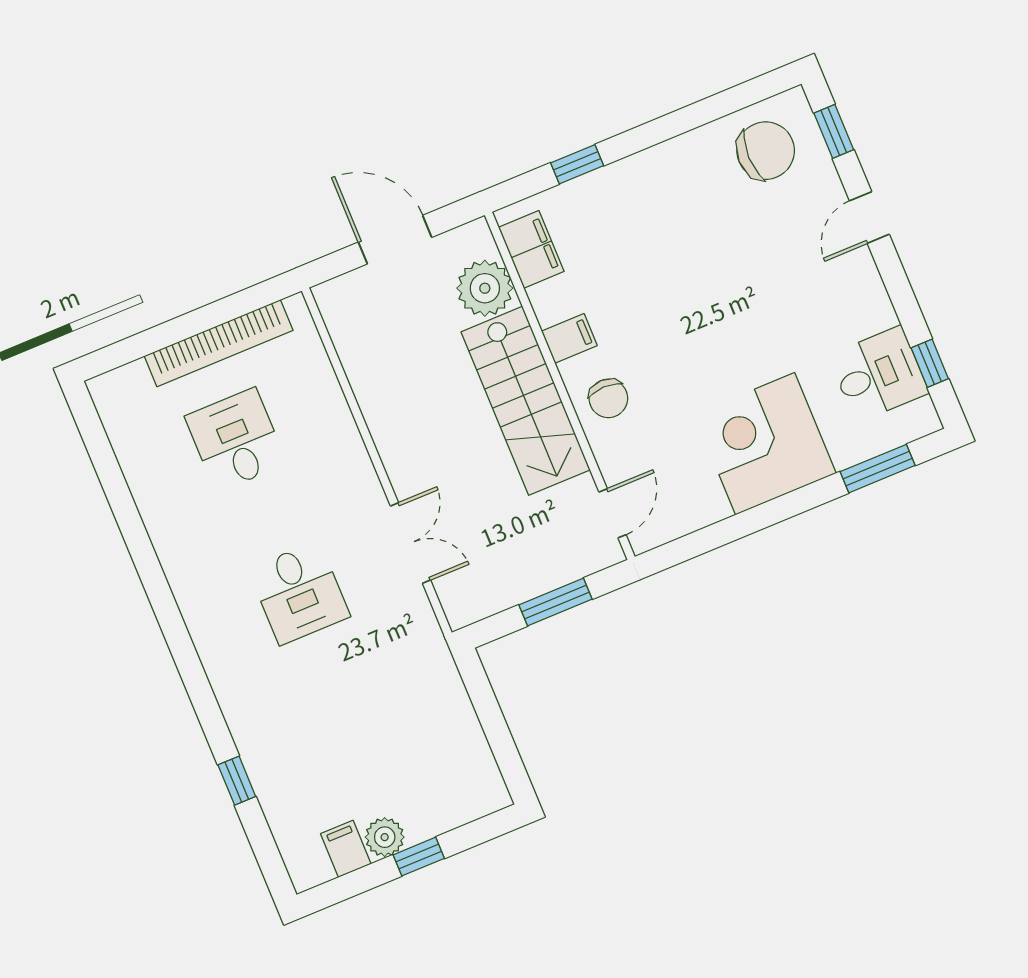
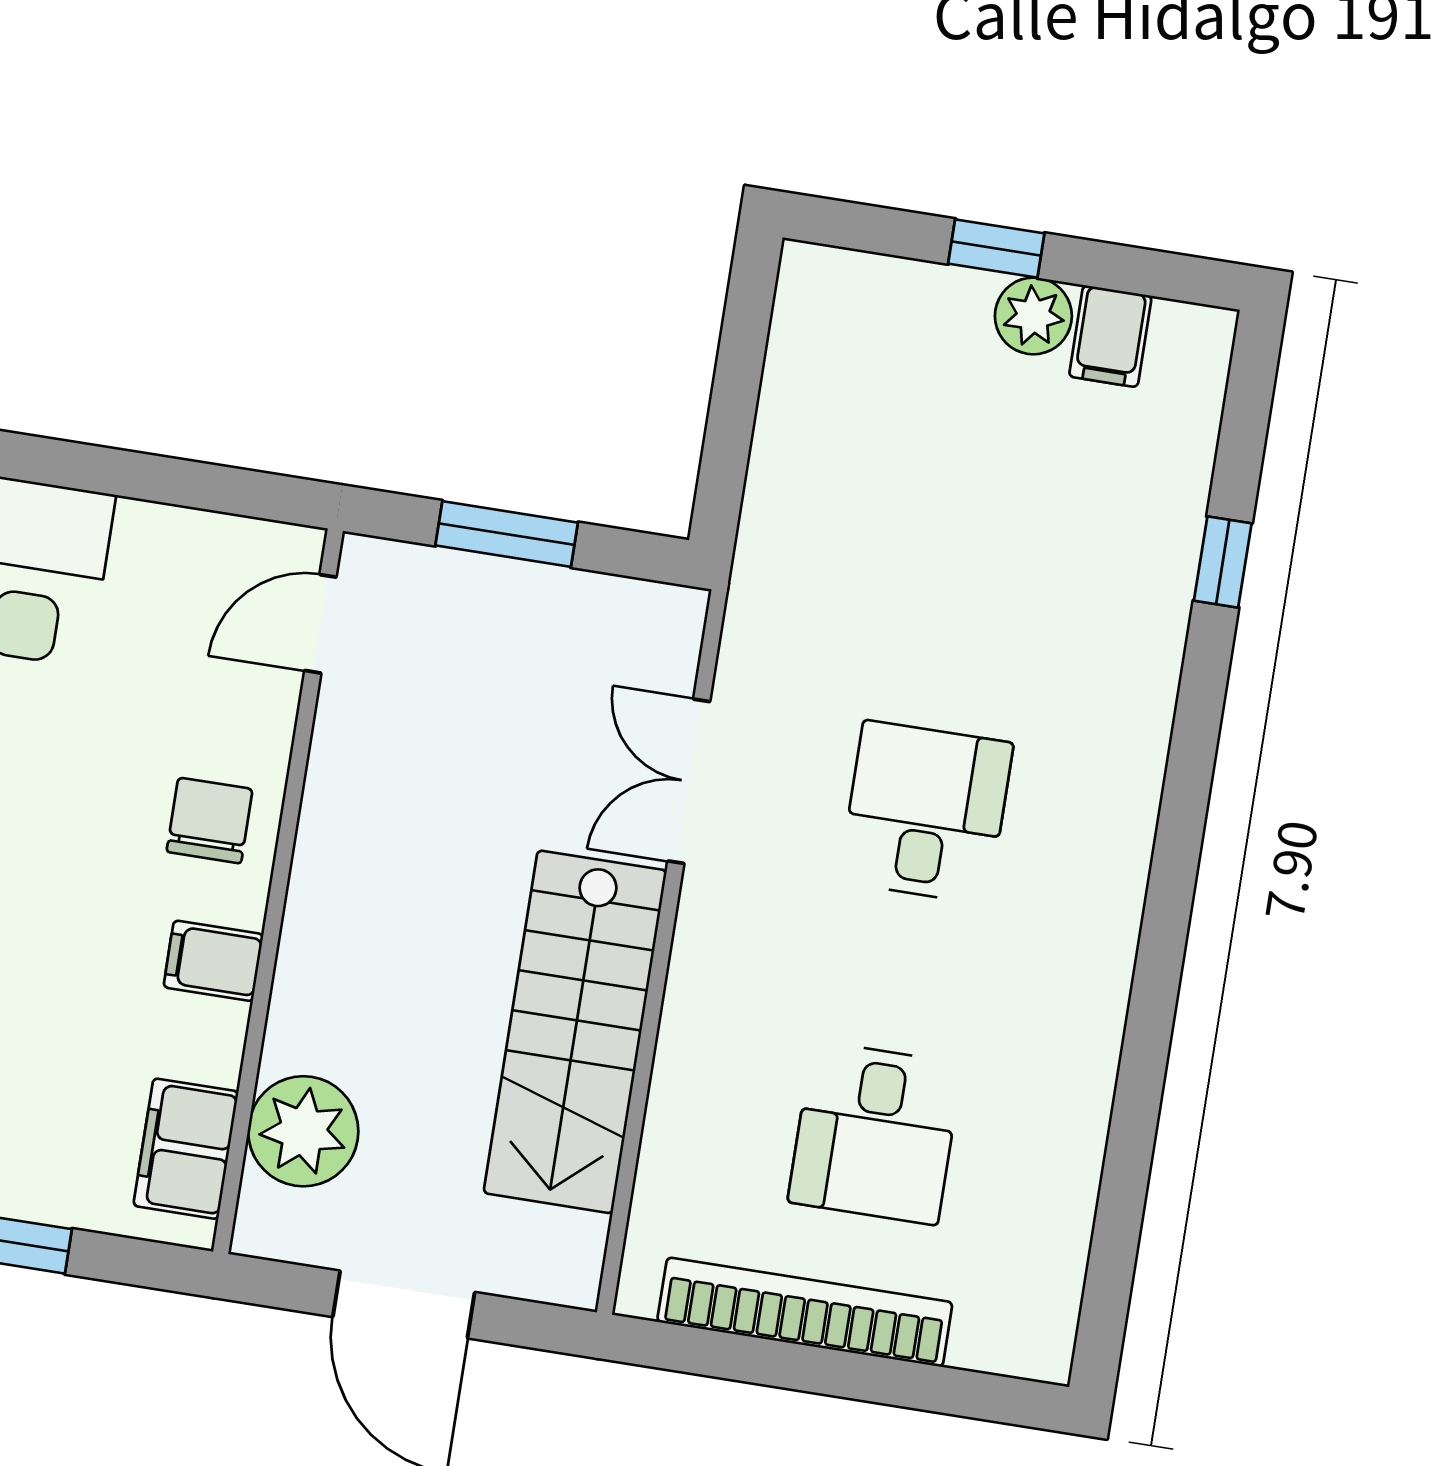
stairs: (526, 401) -> (575, 1032), moved, turned 180

